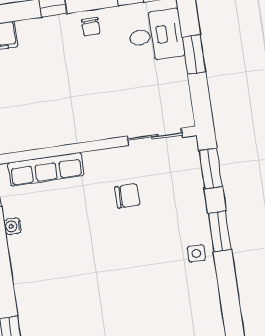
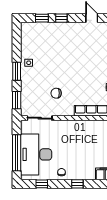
desk: (156, 35) -> (36, 154), width x1.87, depth x1.30
window: (194, 55) -> (17, 153), width x2.11

